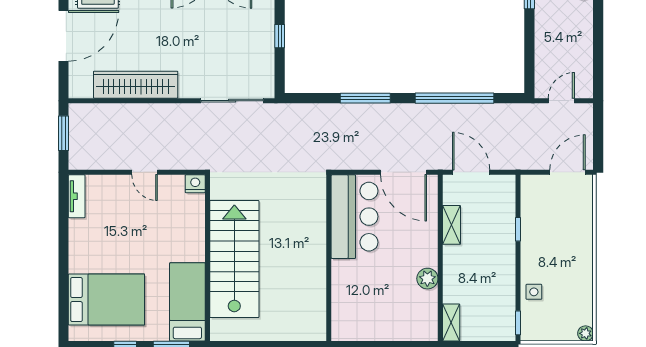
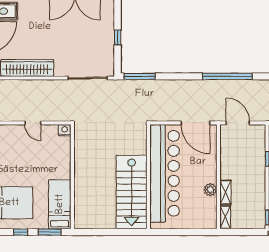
window: (365, 98) -> (140, 76), moved
bar counter: (355, 217) -> (165, 173), width x1.86
shelving: (451, 225) -> (225, 192), moved
stairs: (234, 259) -> (132, 192), moved, turned 180

